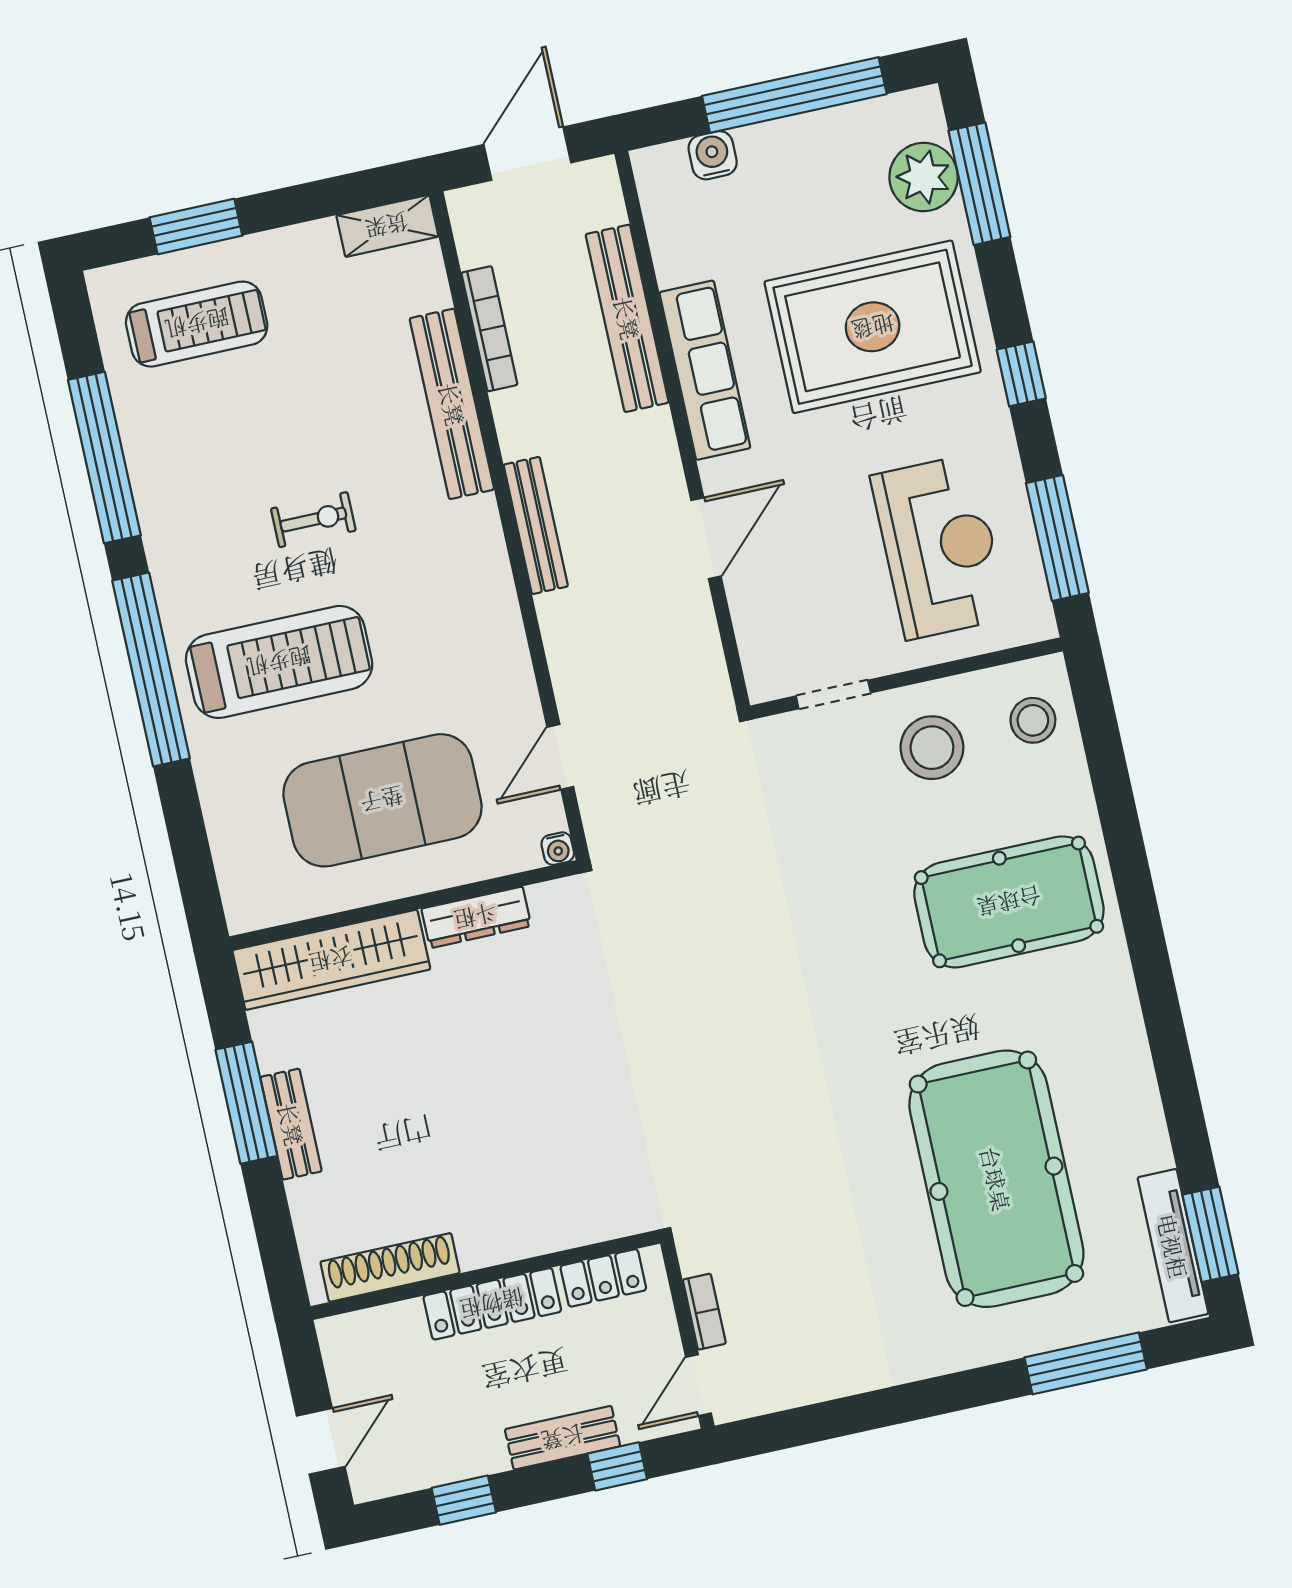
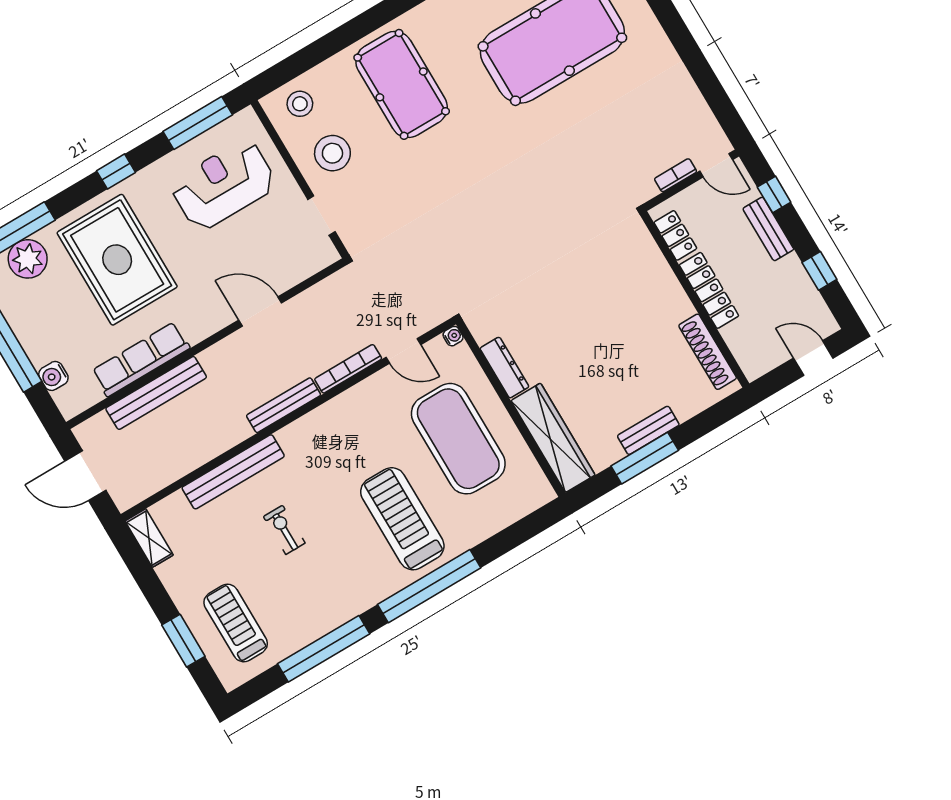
bookcase: (489, 329) -> (348, 369), moved
row of seats: (705, 370) -> (141, 359), moved
exercise bike: (313, 520) -> (284, 530), moved

